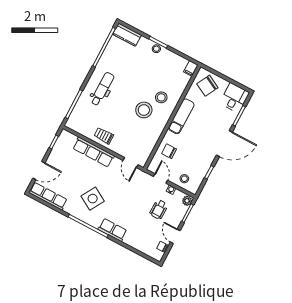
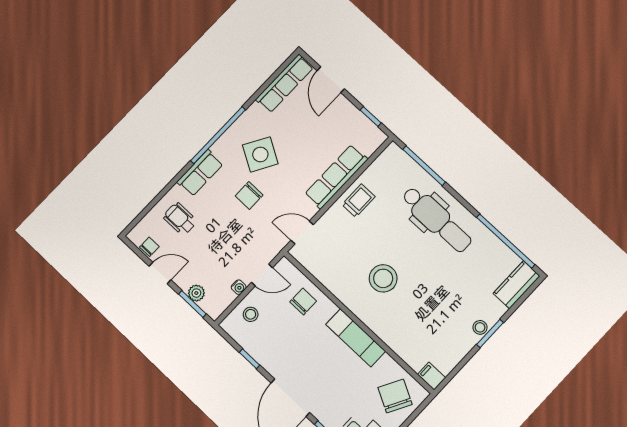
dental chair: (102, 89) -> (437, 219), width x1.36, depth x1.38
stool: (161, 97) -> (396, 313), removed
chair: (118, 198) -> (249, 195), added
plant: (187, 201) -> (196, 293), moved
wheelchair: (159, 209) -> (180, 219), moved

